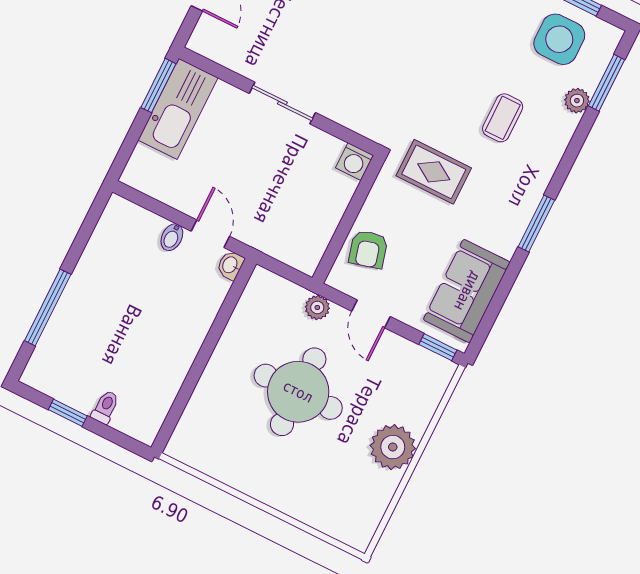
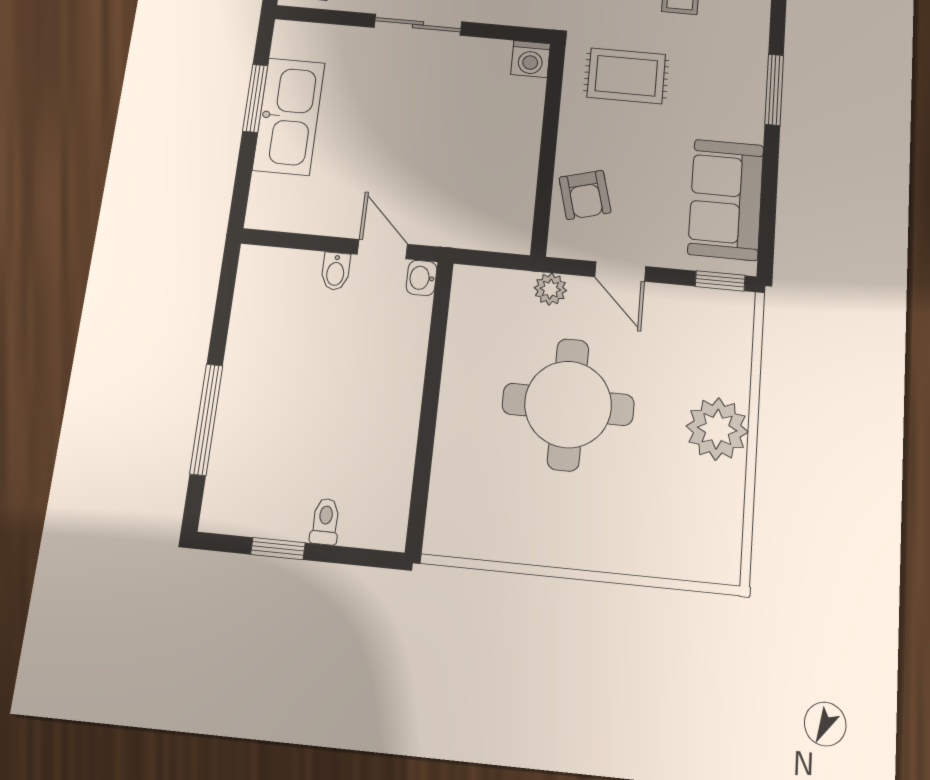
wall: (279, 101) -> (413, 24), moved
sliding door: (282, 103) -> (418, 25), moved
washing machine: (355, 162) -> (531, 59), moved

